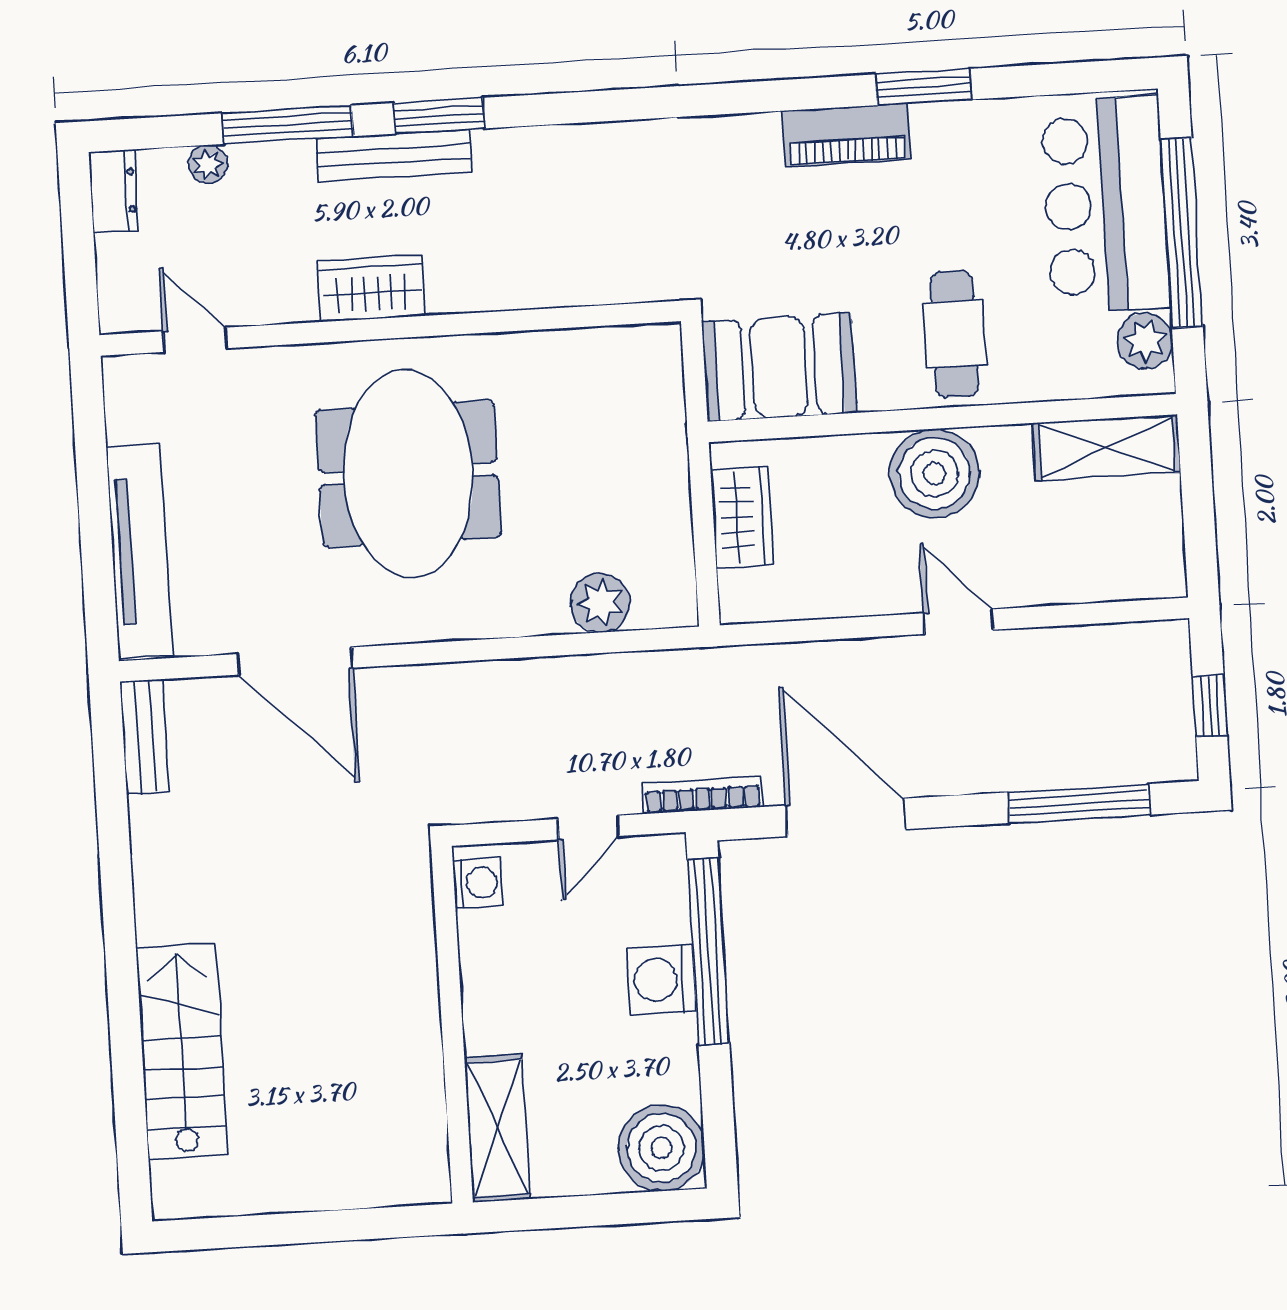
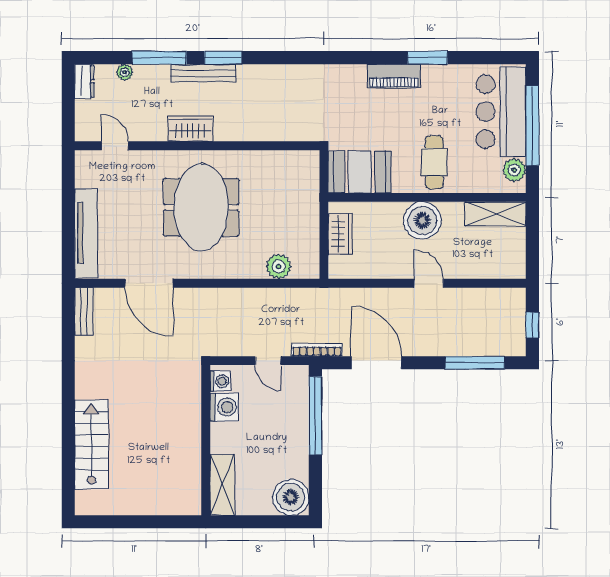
door: (588, 828) -> (268, 361), hinge flipped
washing machine: (661, 980) -> (224, 407), moved, turned 180

